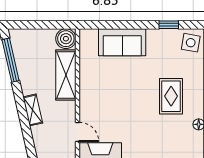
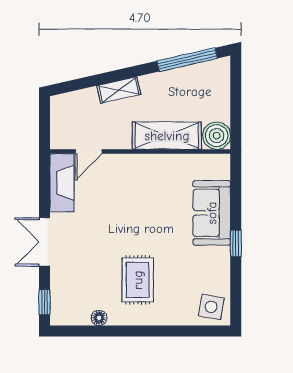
window: (169, 25) -> (236, 243), moved
rug: (171, 96) -> (138, 280), turned 90

